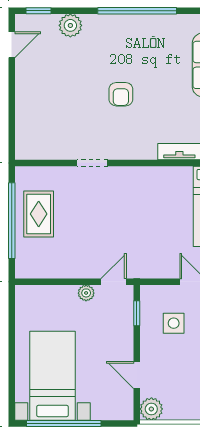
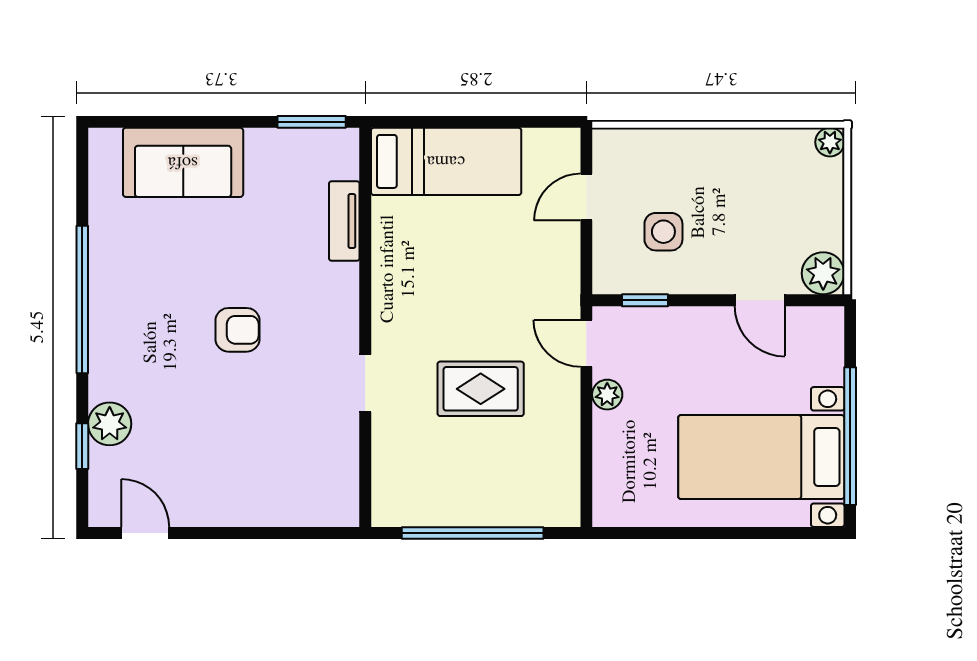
window: (39, 11) -> (82, 446), moved
rug: (39, 214) -> (481, 389), moved
door: (137, 375) -> (760, 300), hinge flipped

